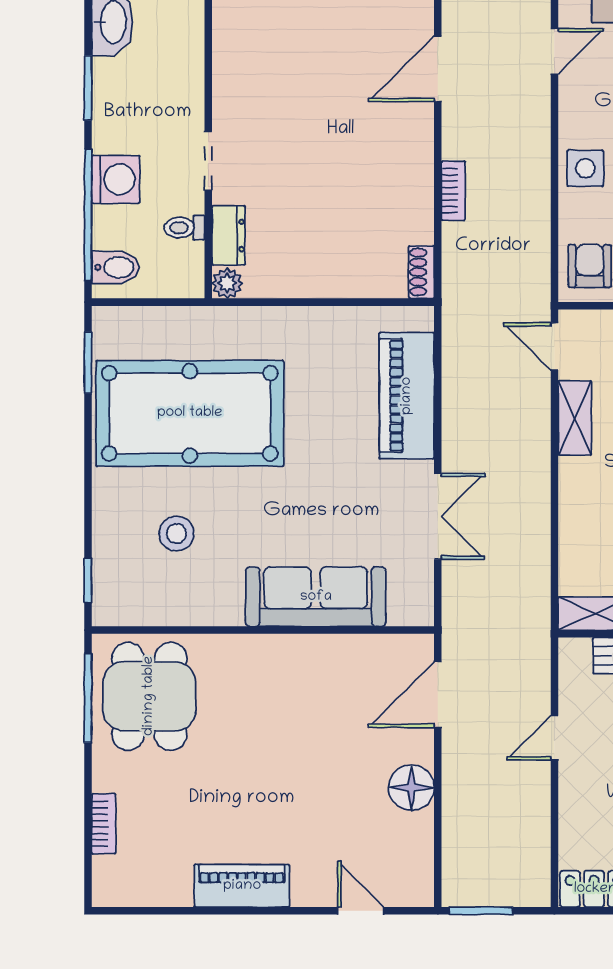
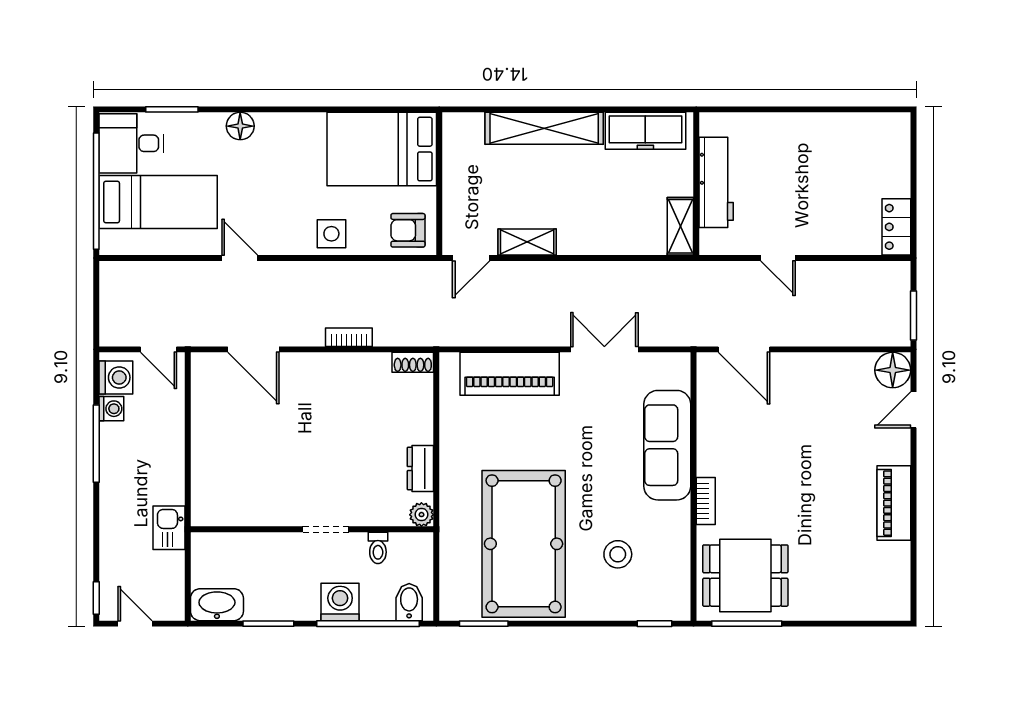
dresser: (229, 235) -> (420, 469), moved, turned -90
floor lamp: (411, 788) -> (893, 370), moved
bookcase: (104, 824) -> (706, 501), moved, turned 90

